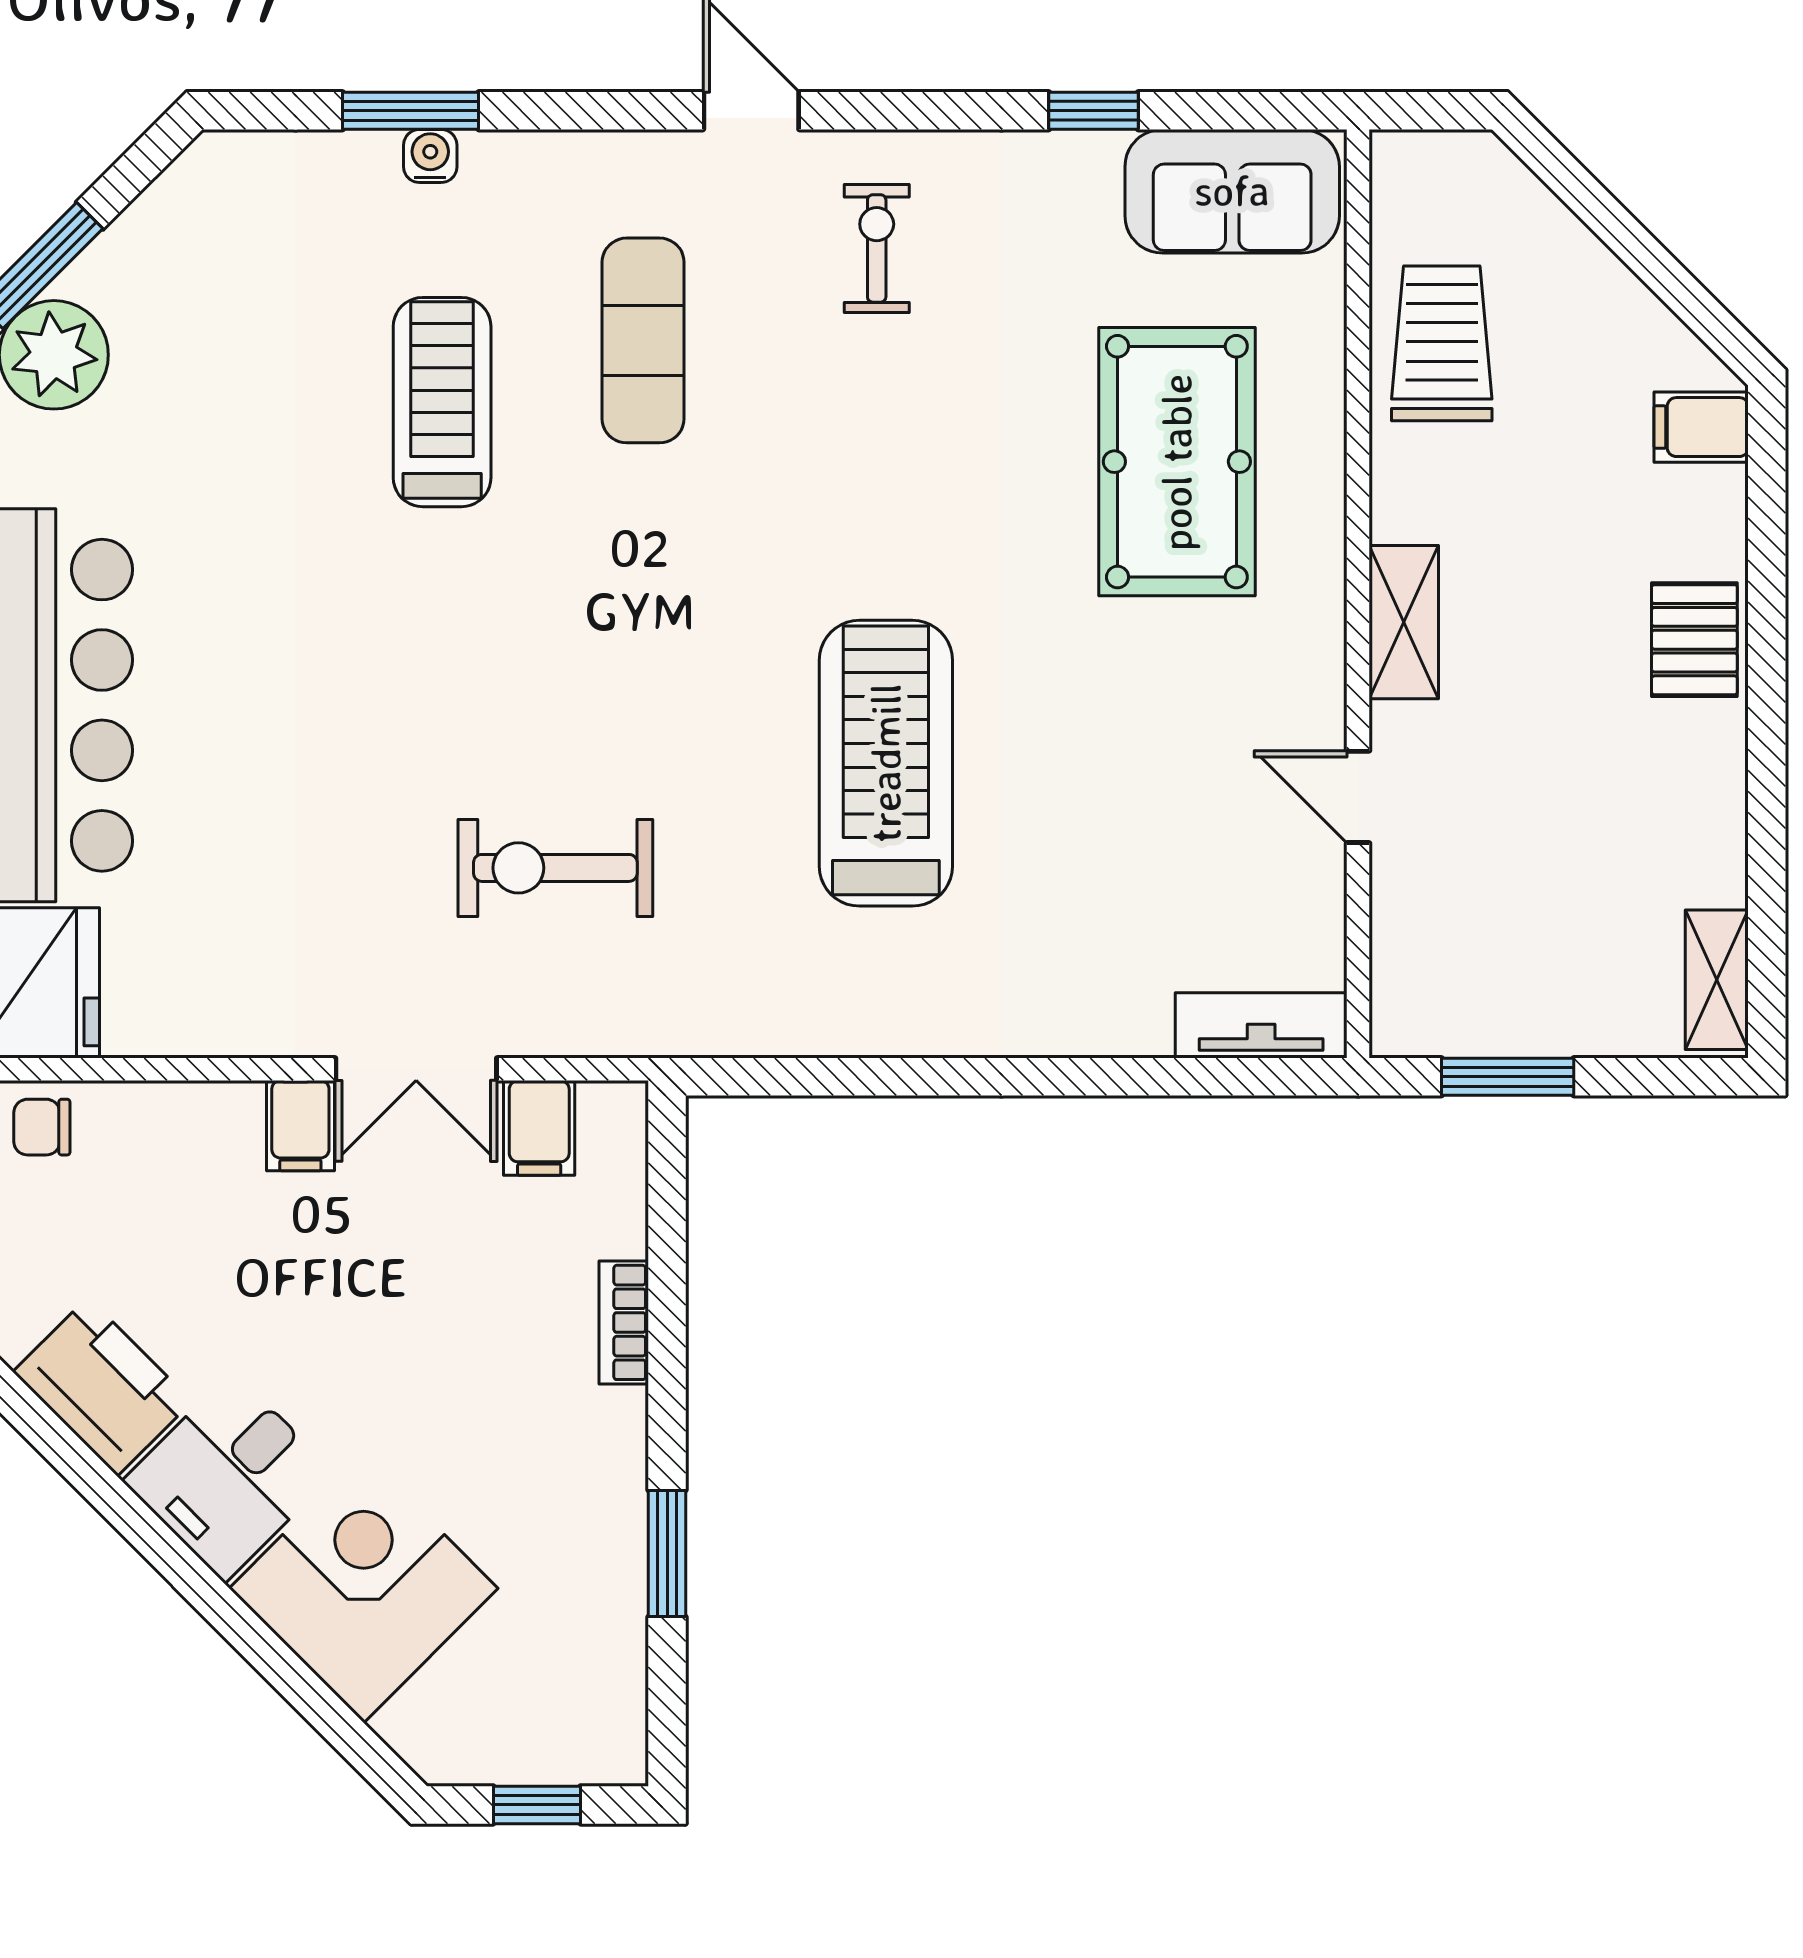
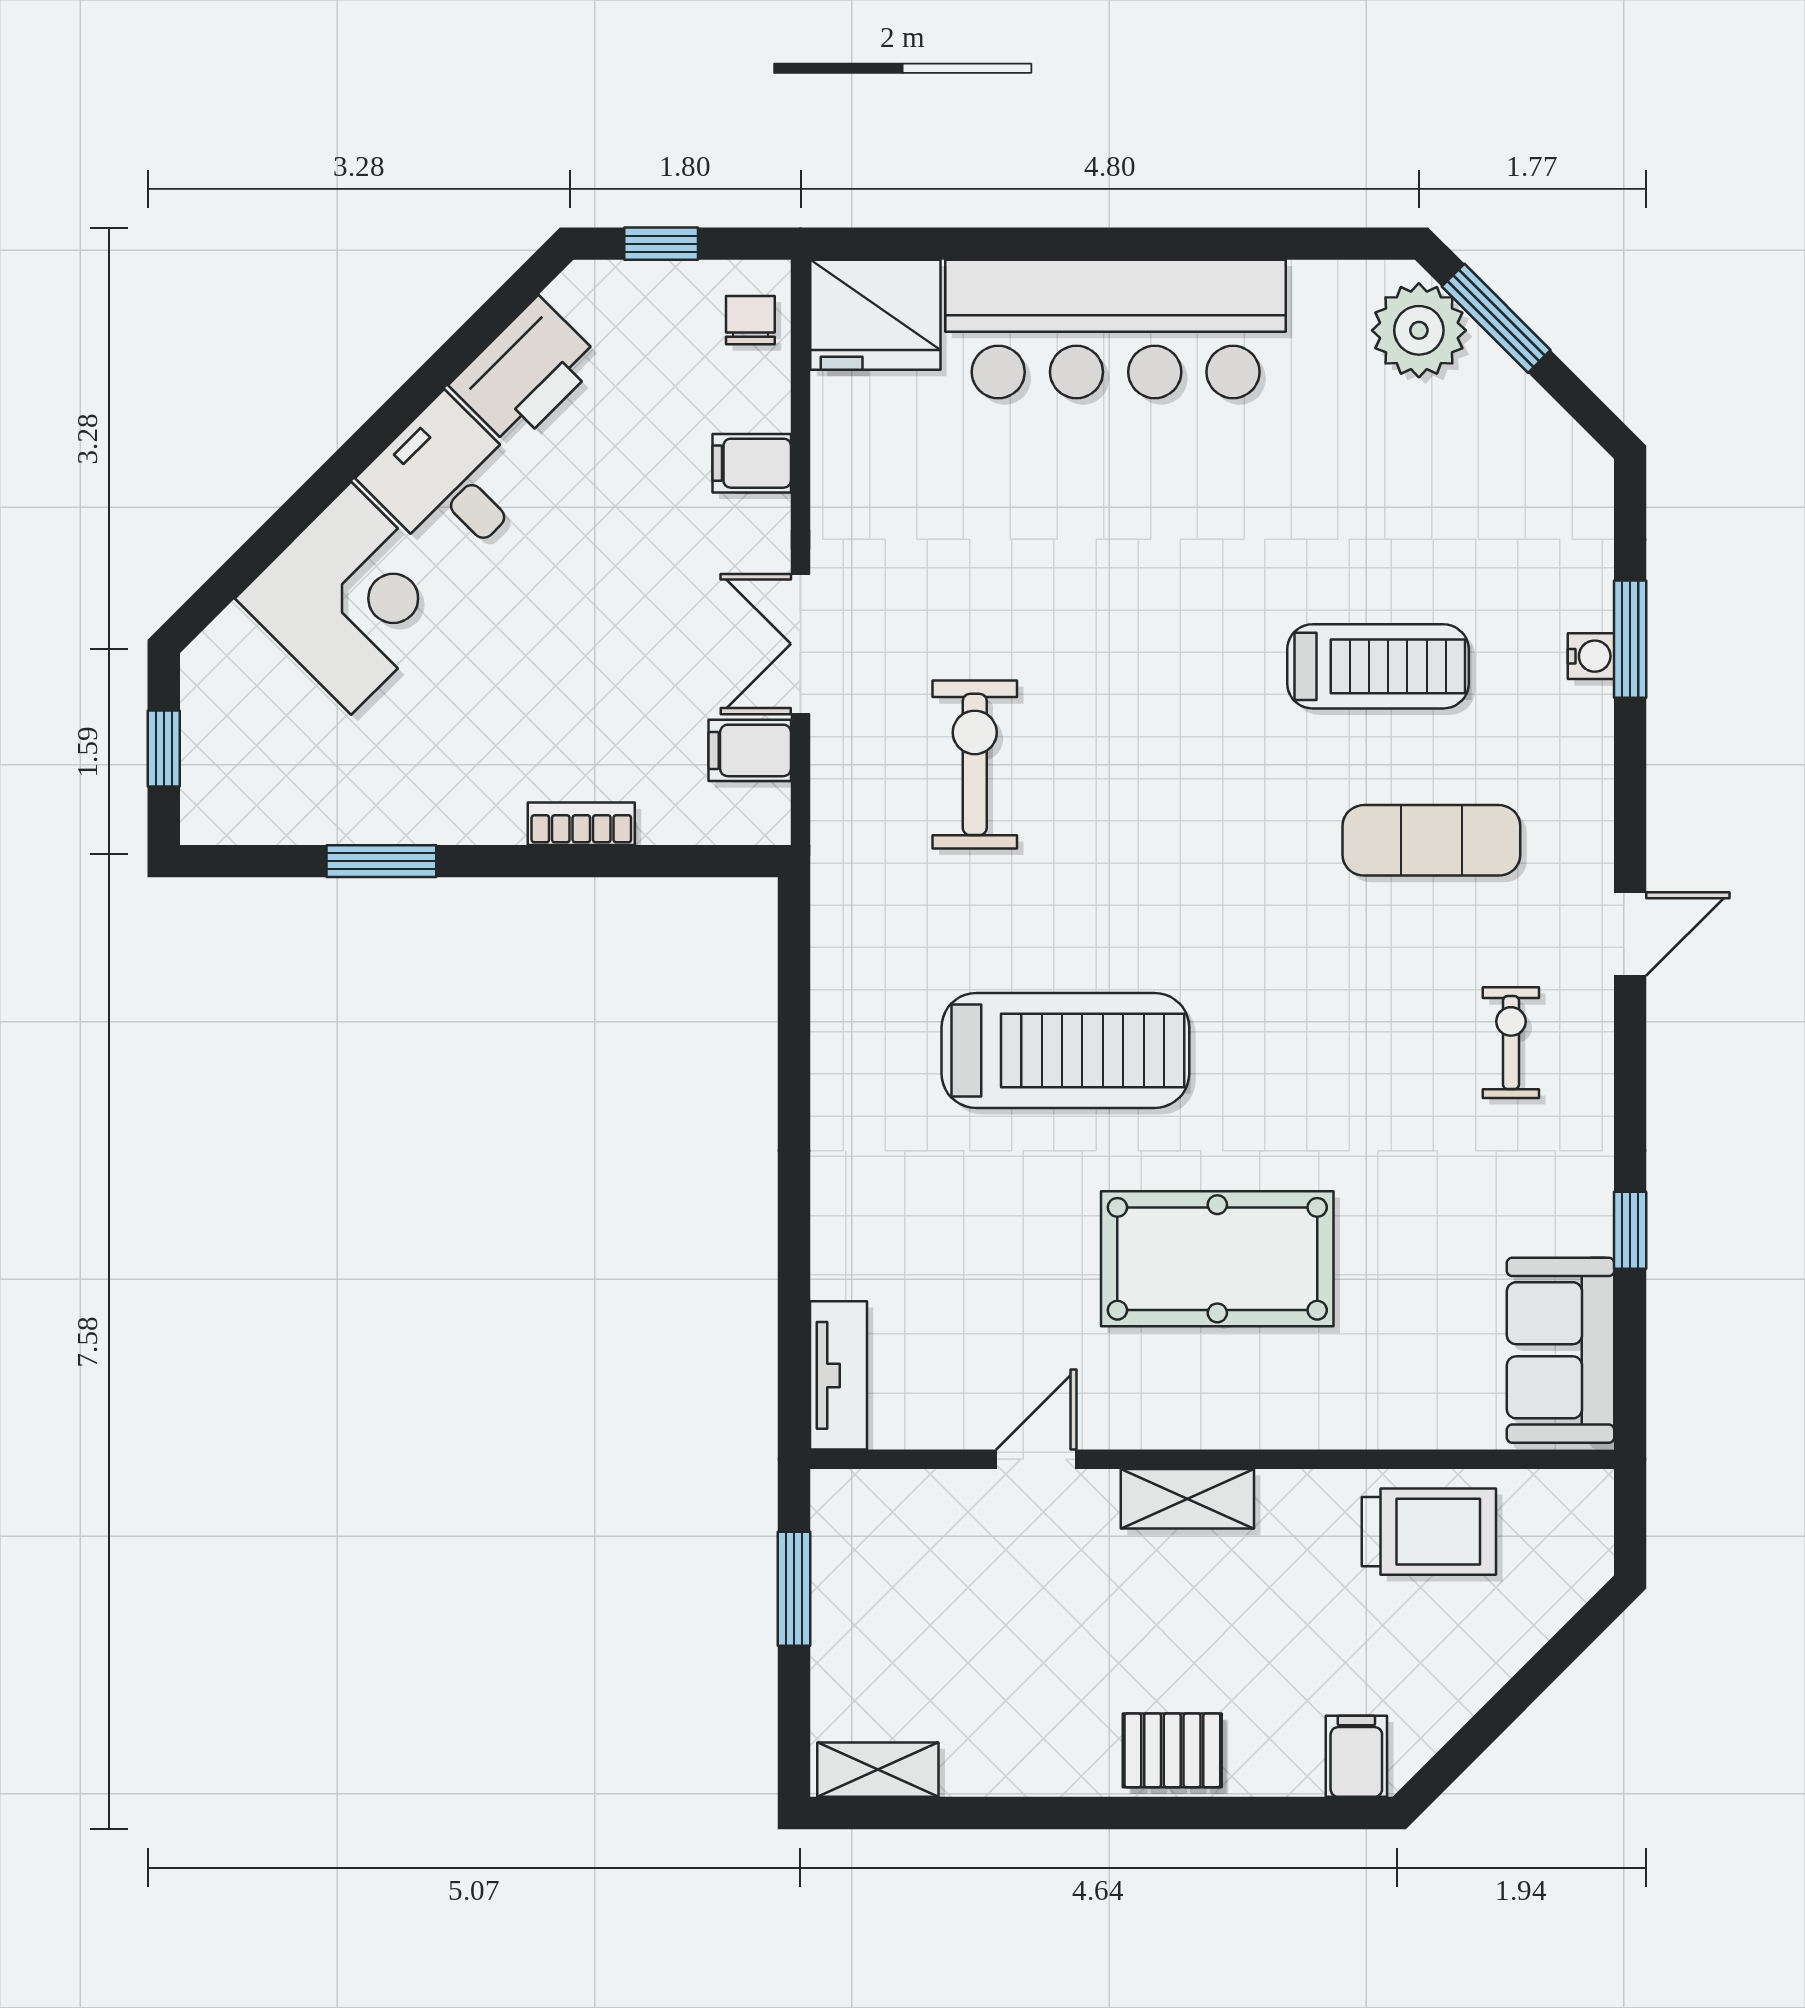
exercise bike: (877, 248) -> (1511, 1043), turned -90
pool table: (1177, 462) -> (1217, 1259), moved
filing cabinet: (300, 1126) -> (752, 463), moved

